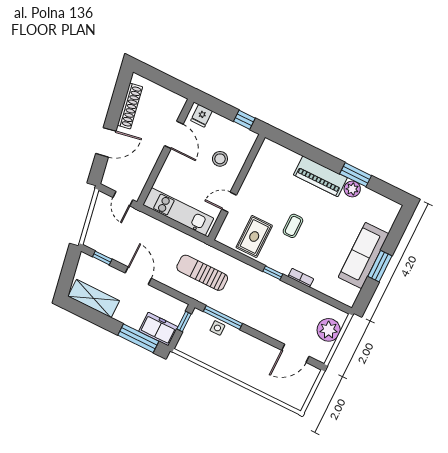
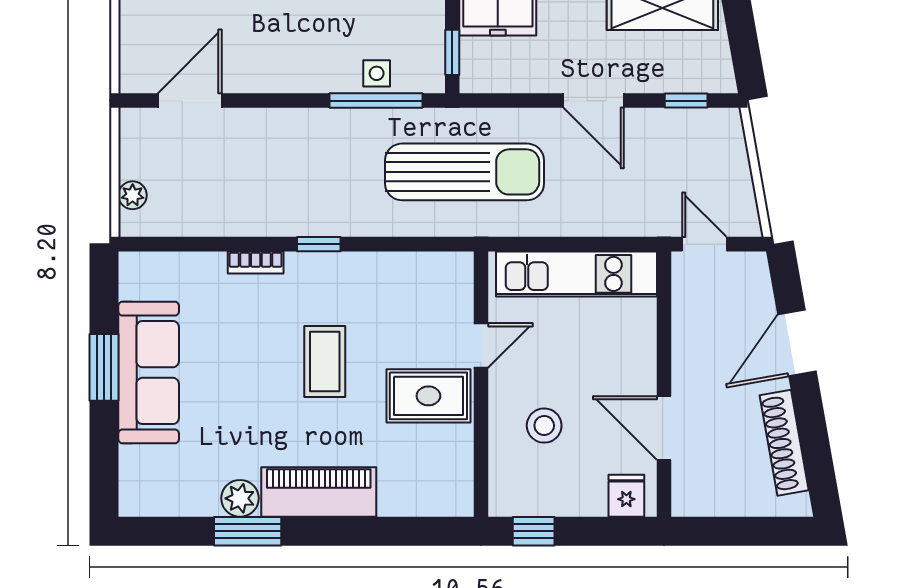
coffee table: (293, 226) -> (325, 361), width x1.36, depth x1.30
rug: (254, 236) -> (428, 396), moved, turned 90
sun lounger: (202, 273) -> (465, 172), width x1.36, depth x1.34
plant: (329, 330) -> (133, 195), width x0.53, depth x0.53

